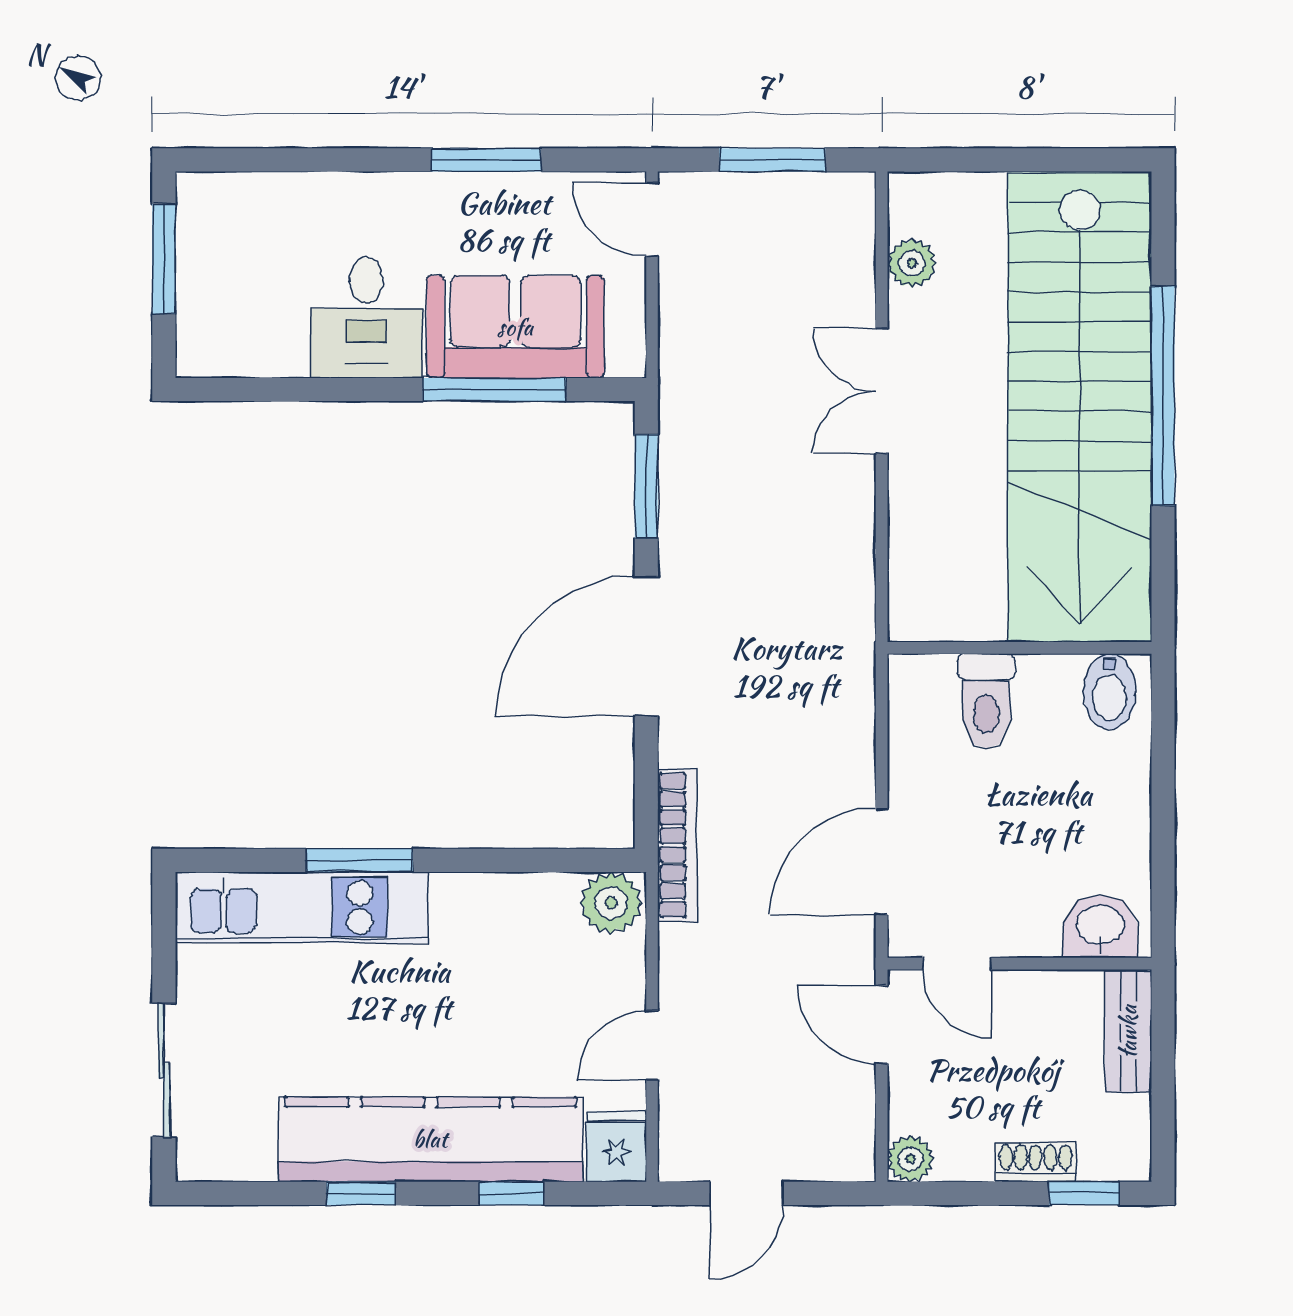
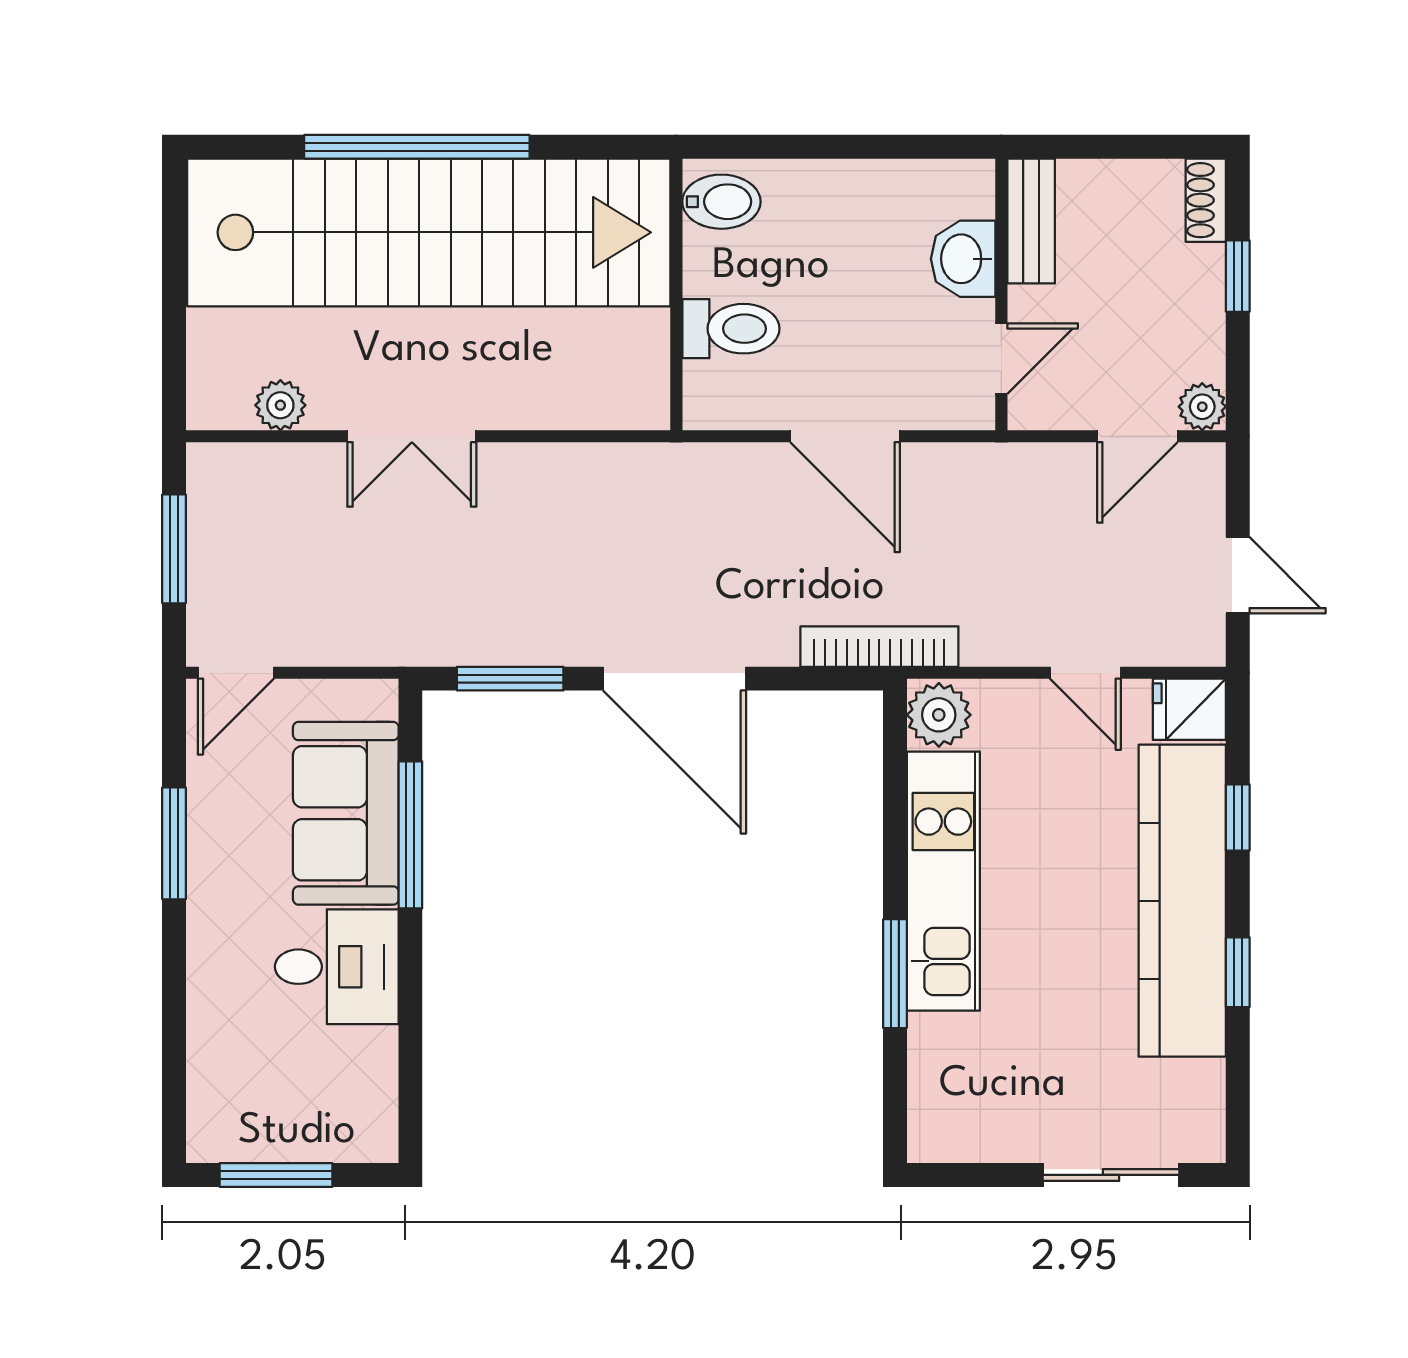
door: (882, 862) -> (845, 436), moved
kitchen unit: (302, 907) -> (943, 881), moved
washbasin: (1100, 927) -> (963, 259), moved
door: (882, 1025) -> (1137, 436), moved
bench: (1128, 1032) -> (1031, 221), moved, turned 90
shoe rack: (1035, 1162) -> (1206, 200), moved
window: (1084, 1193) -> (1238, 276), moved

